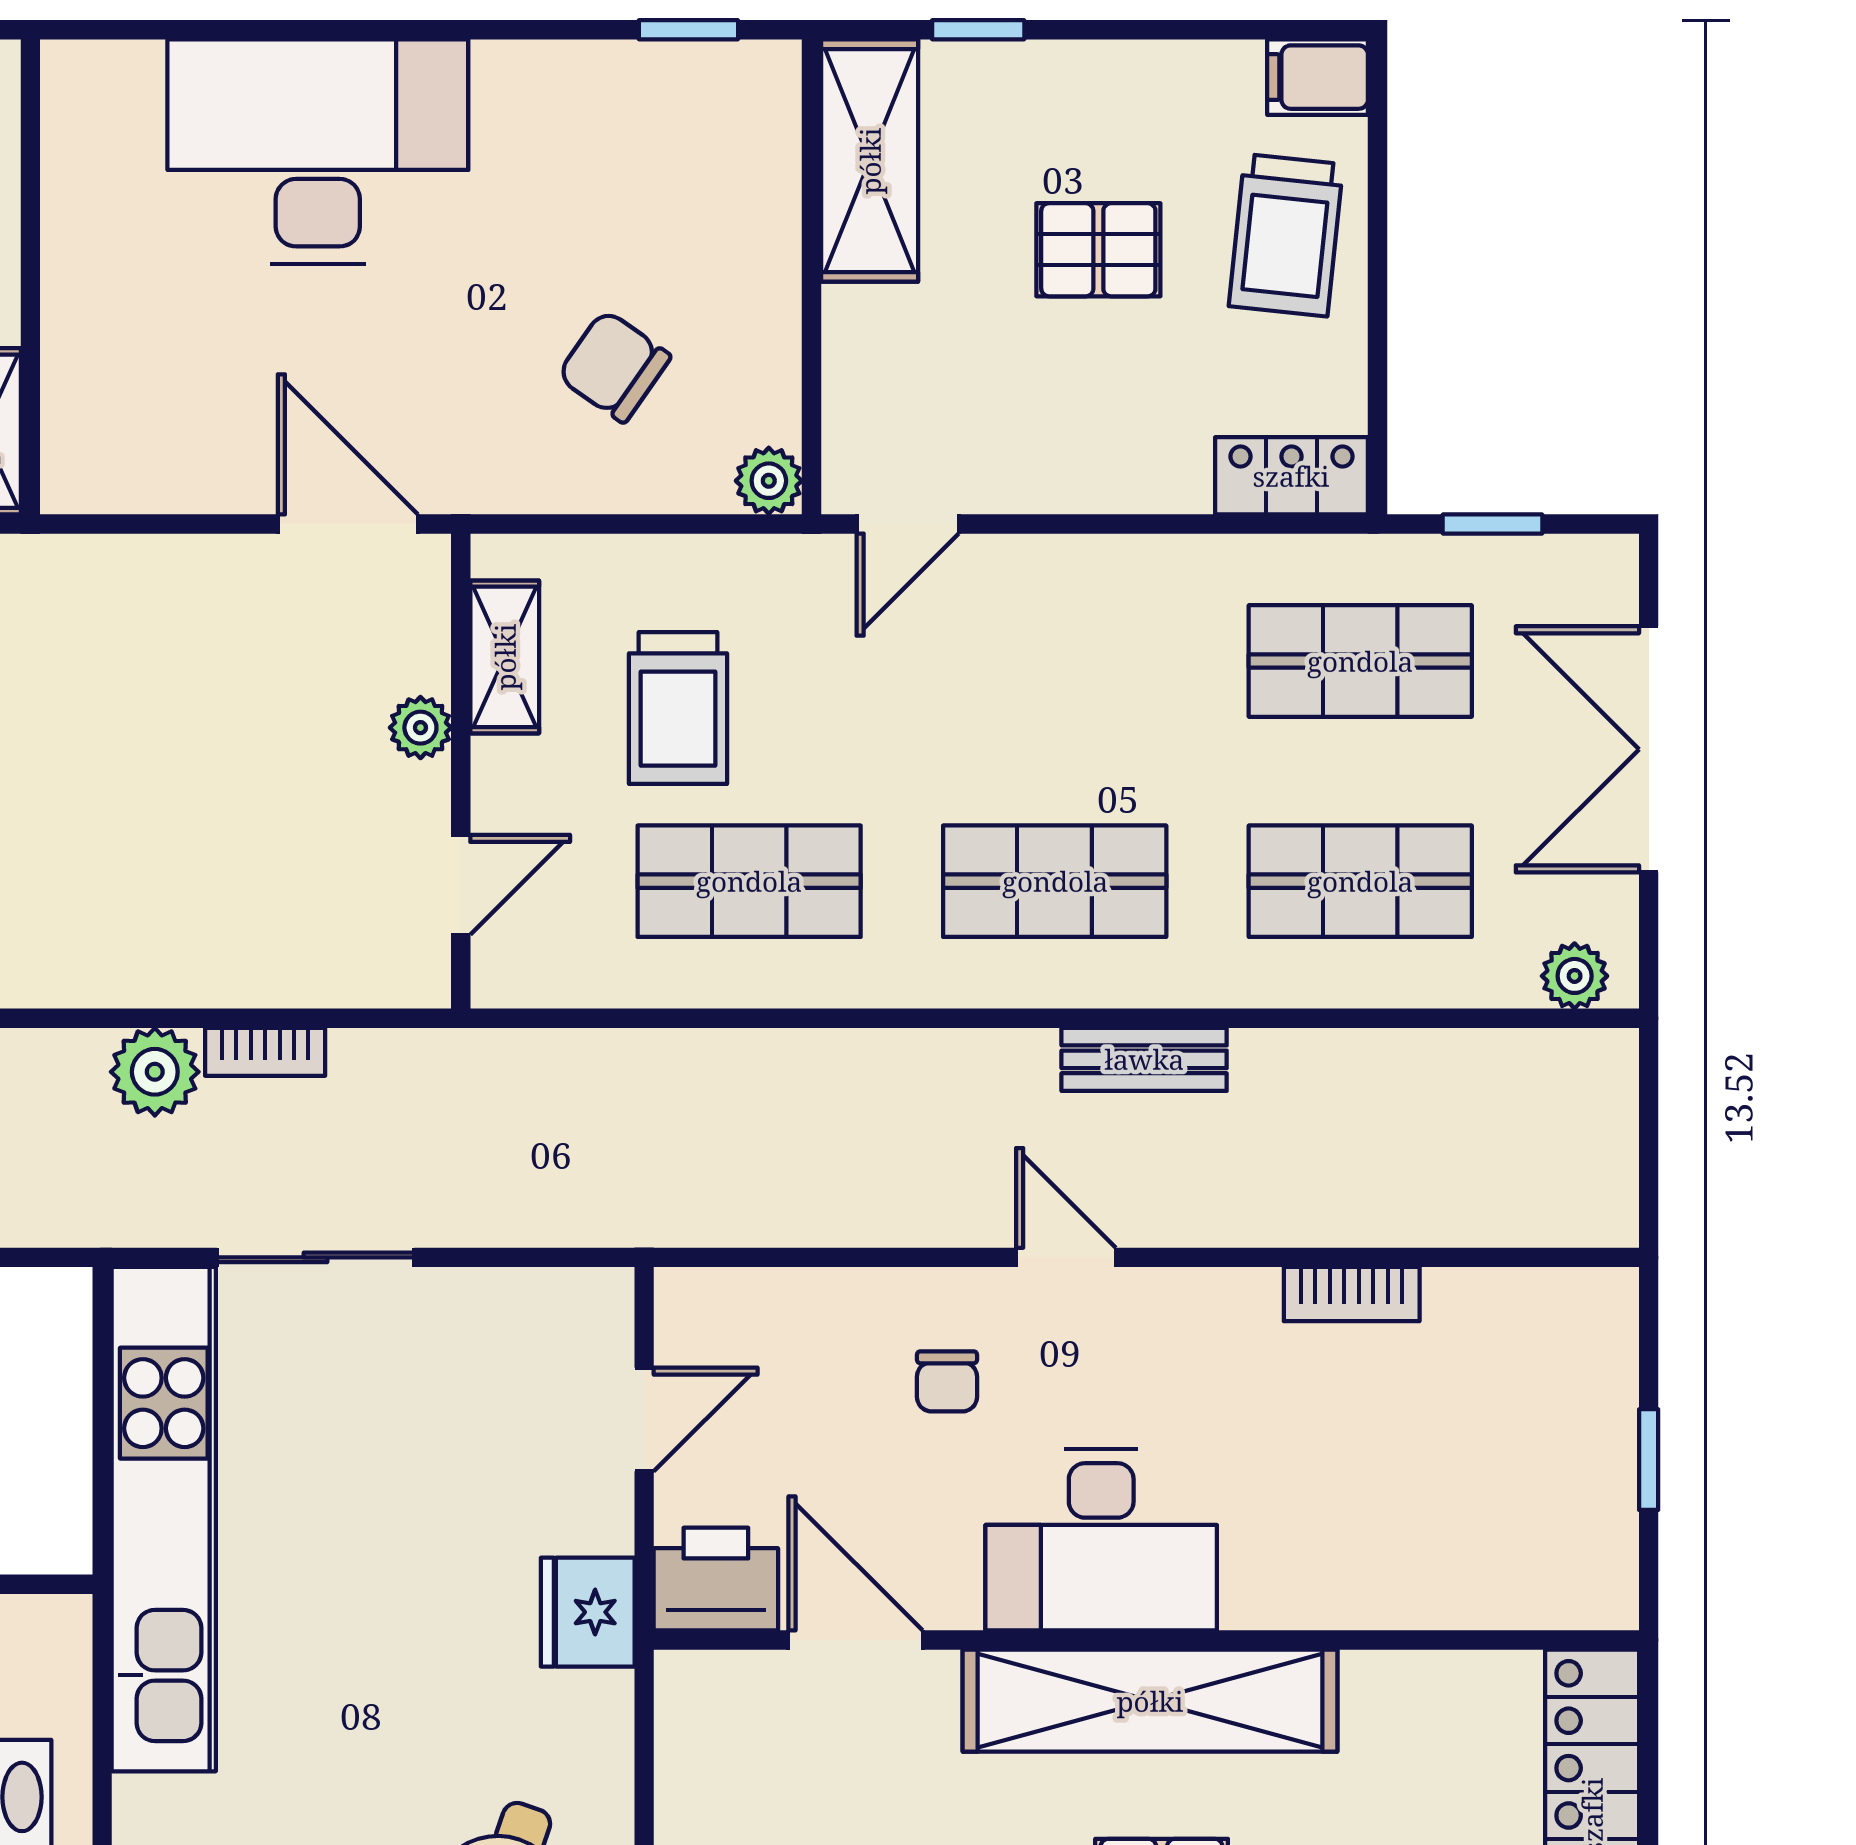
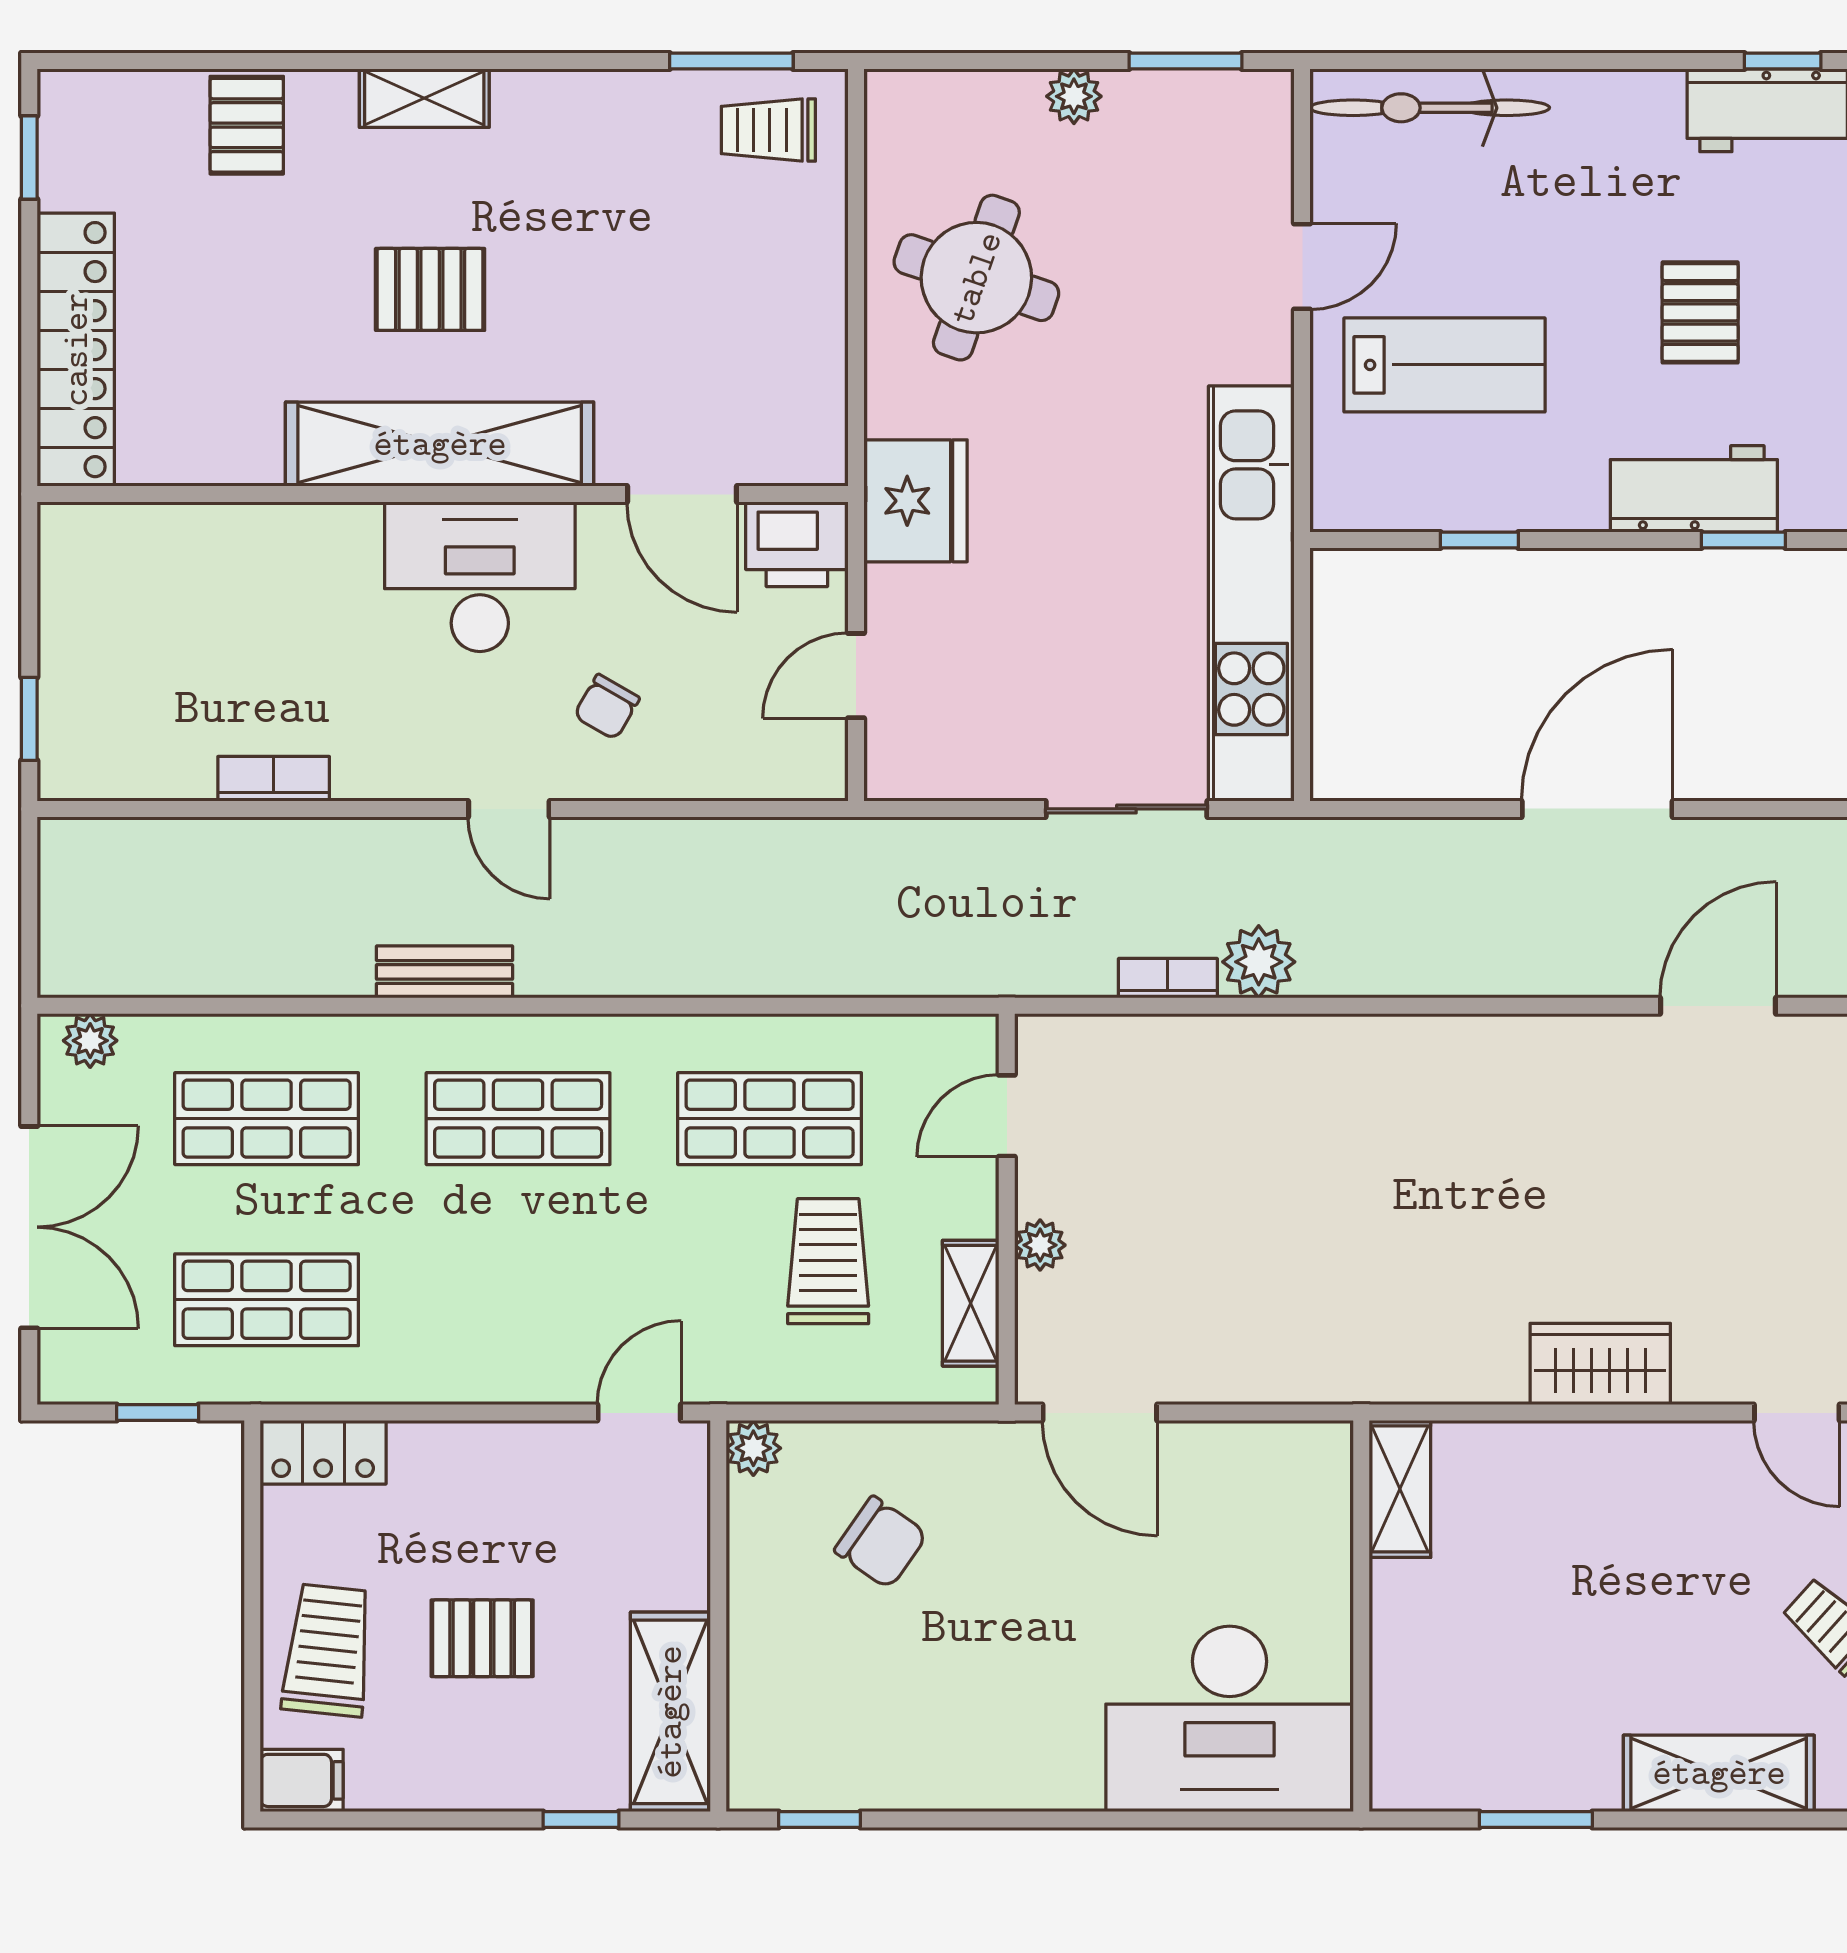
desk: (318, 152) -> (1230, 1719), moved
chair: (947, 1381) -> (607, 707), turned -150
window: (1649, 1460) -> (29, 719), moved
fridge: (588, 1612) -> (915, 501), width x1.36, depth x1.34

